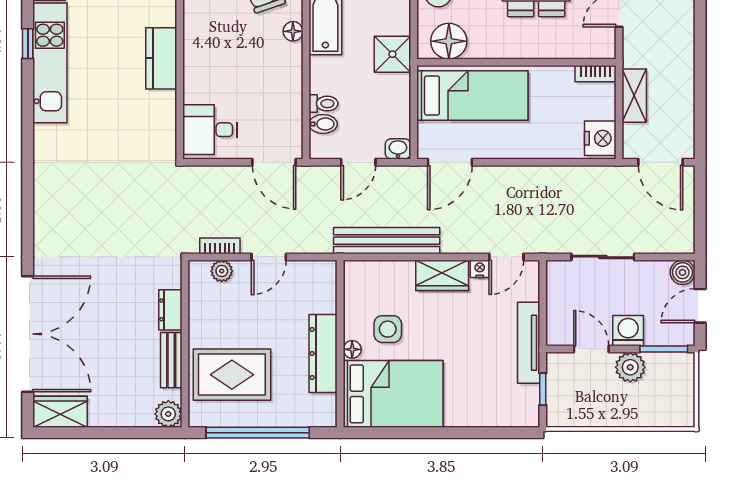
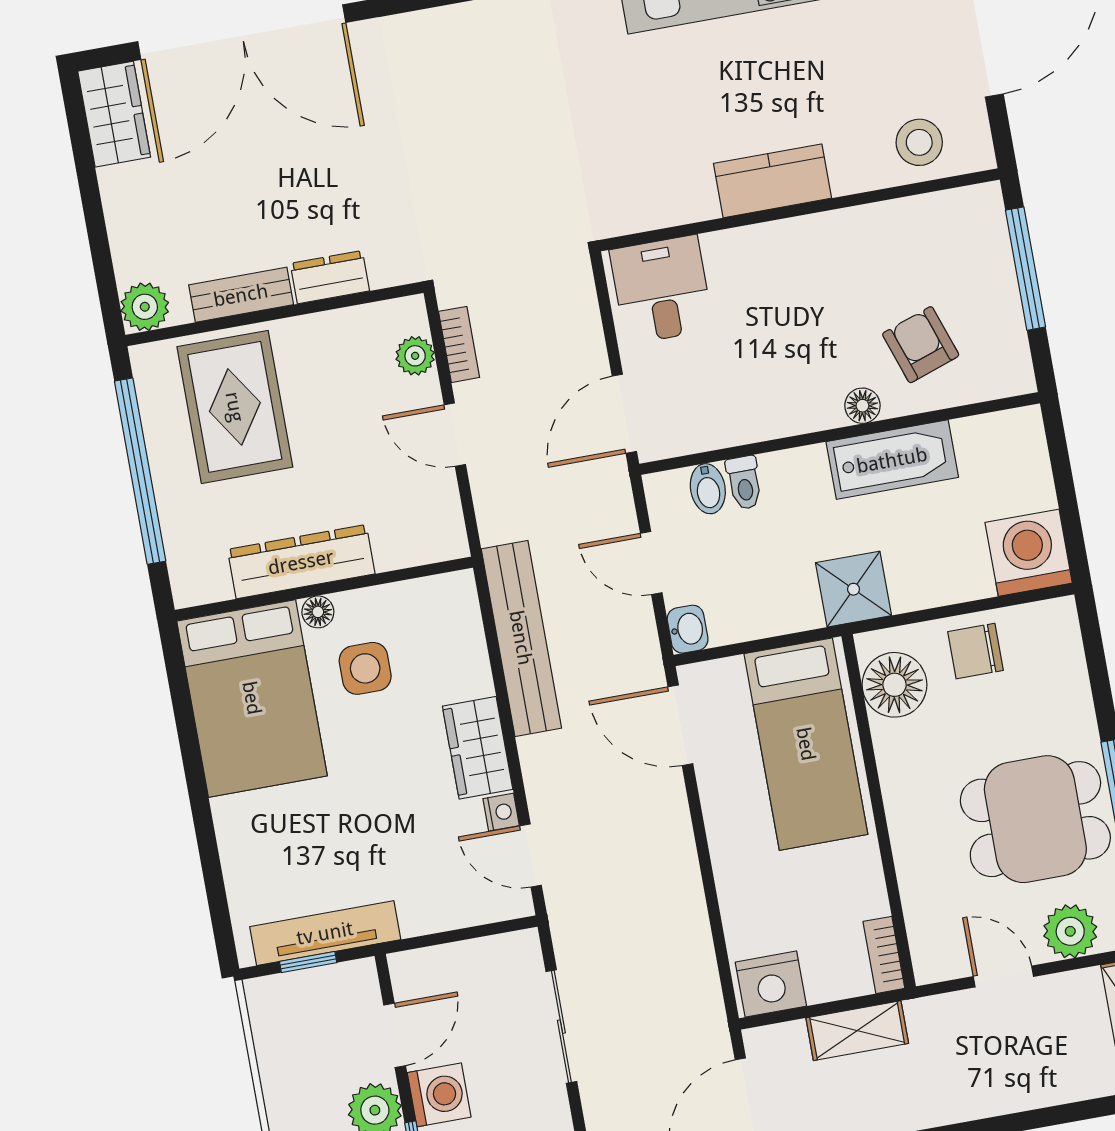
tv unit: (529, 343) -> (325, 933), moved

